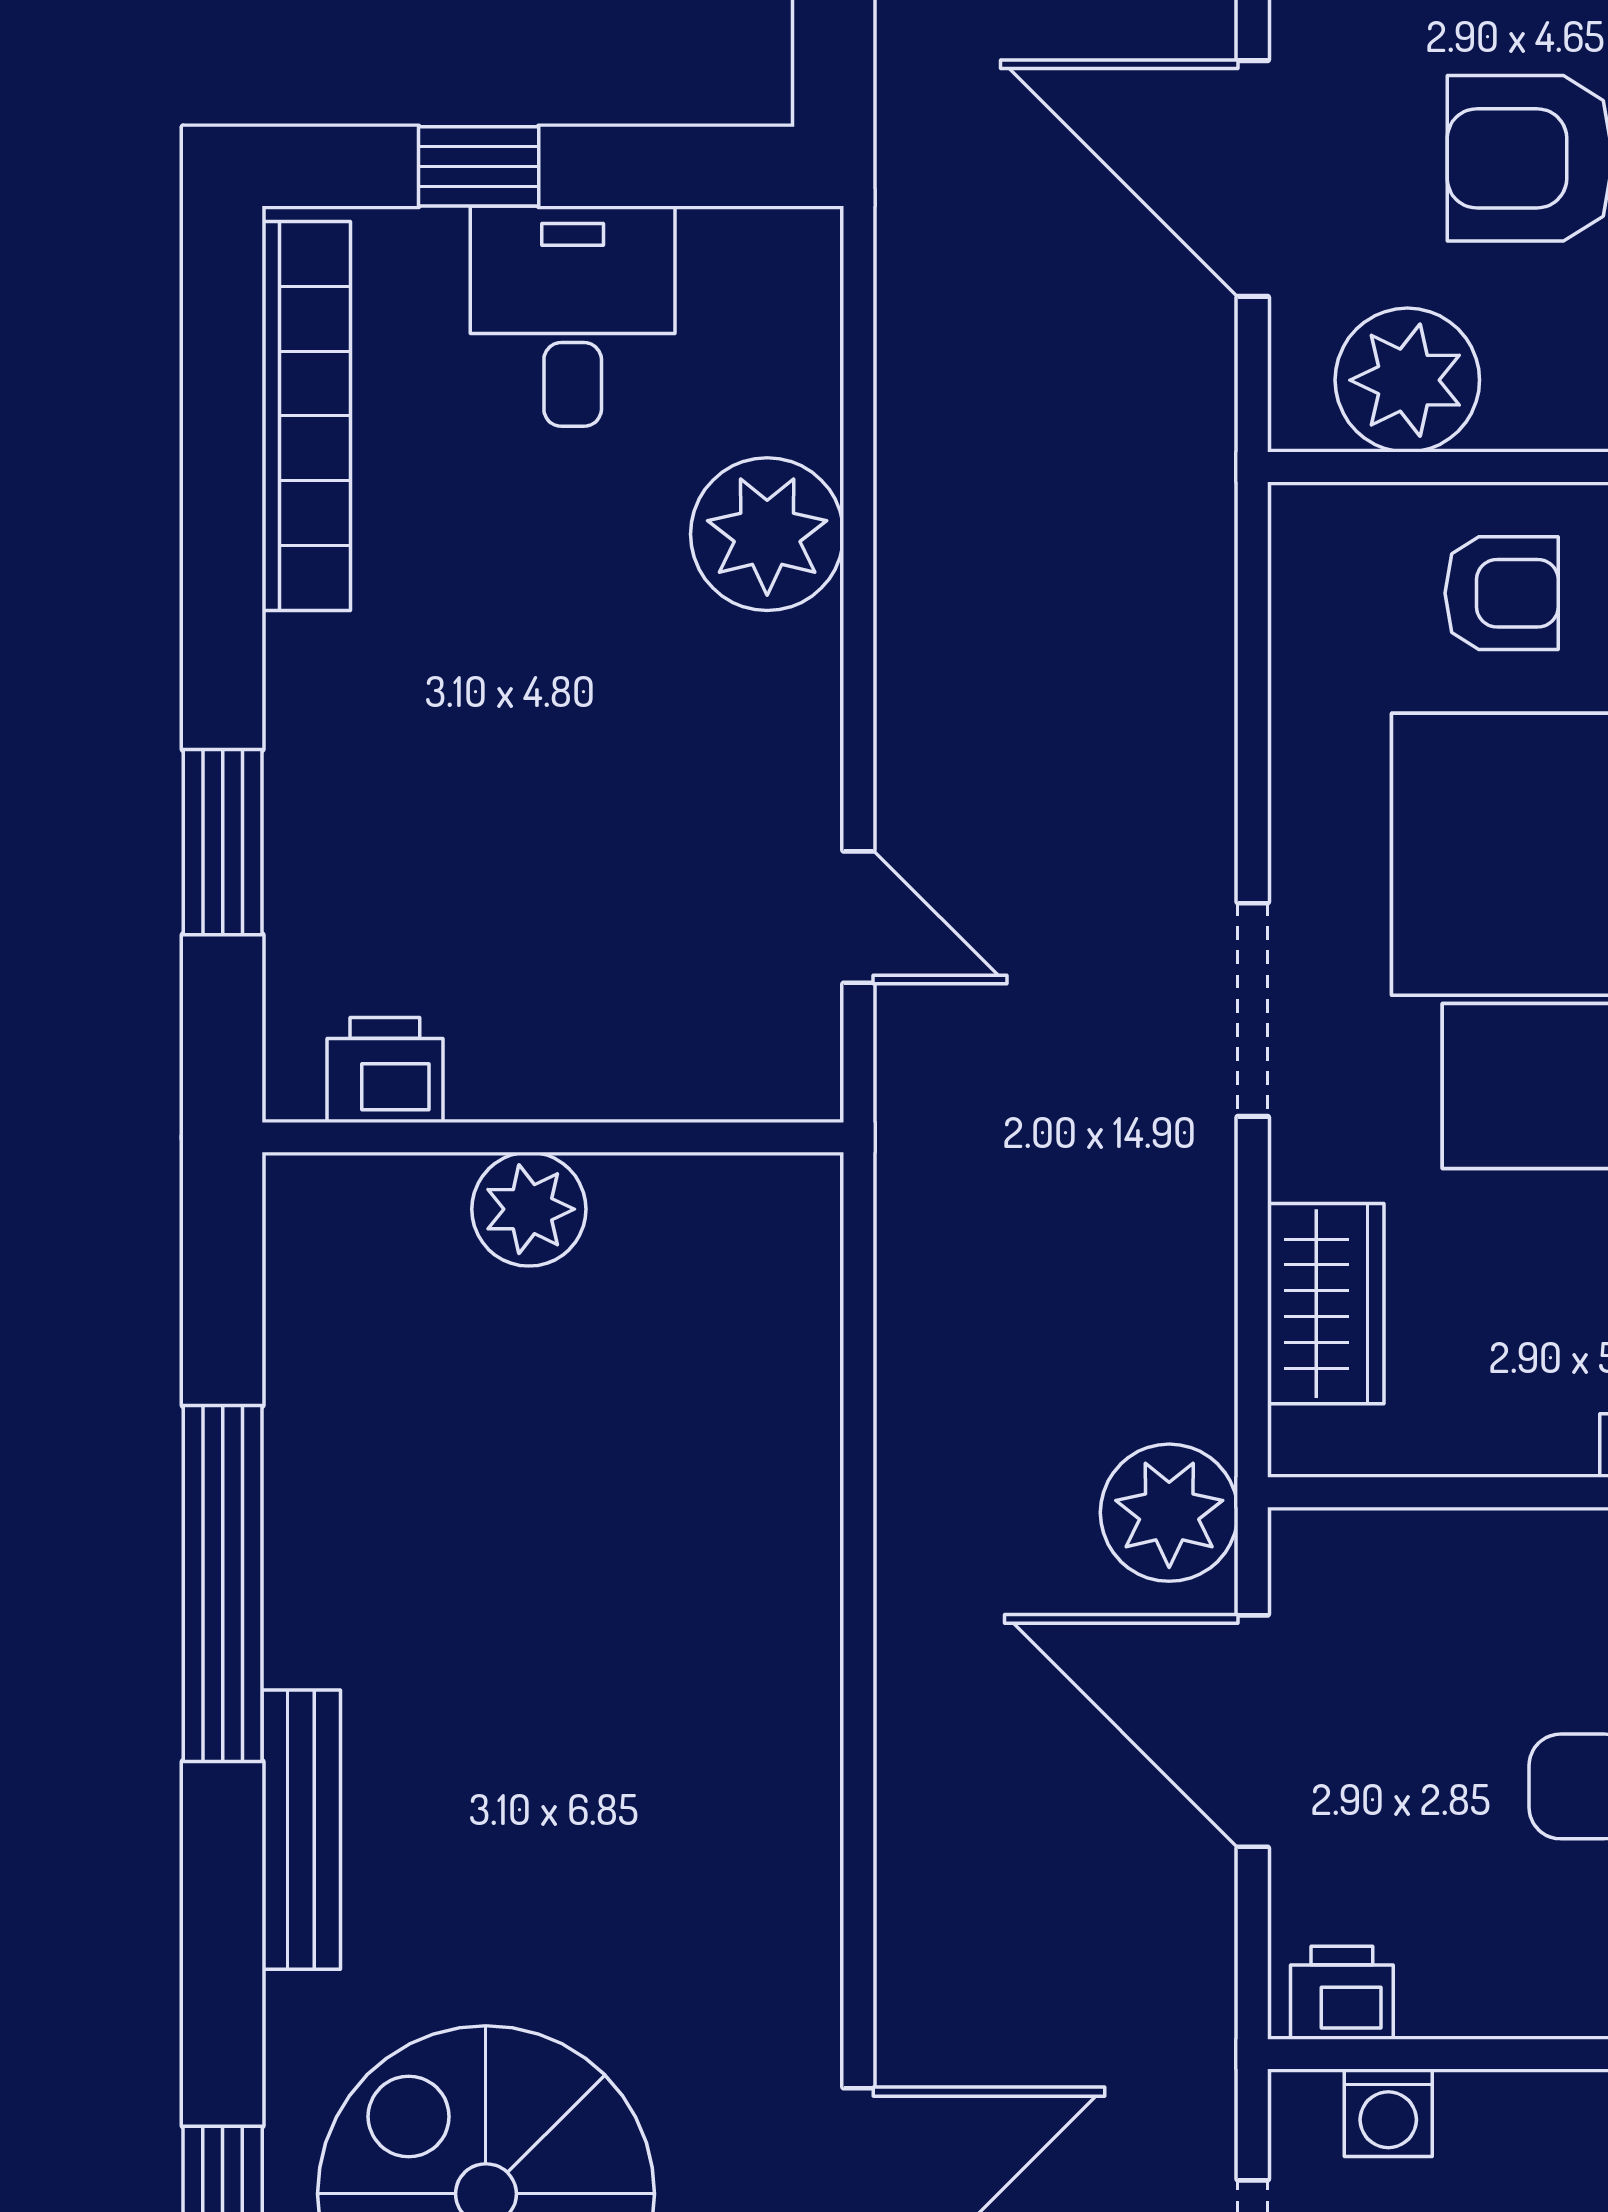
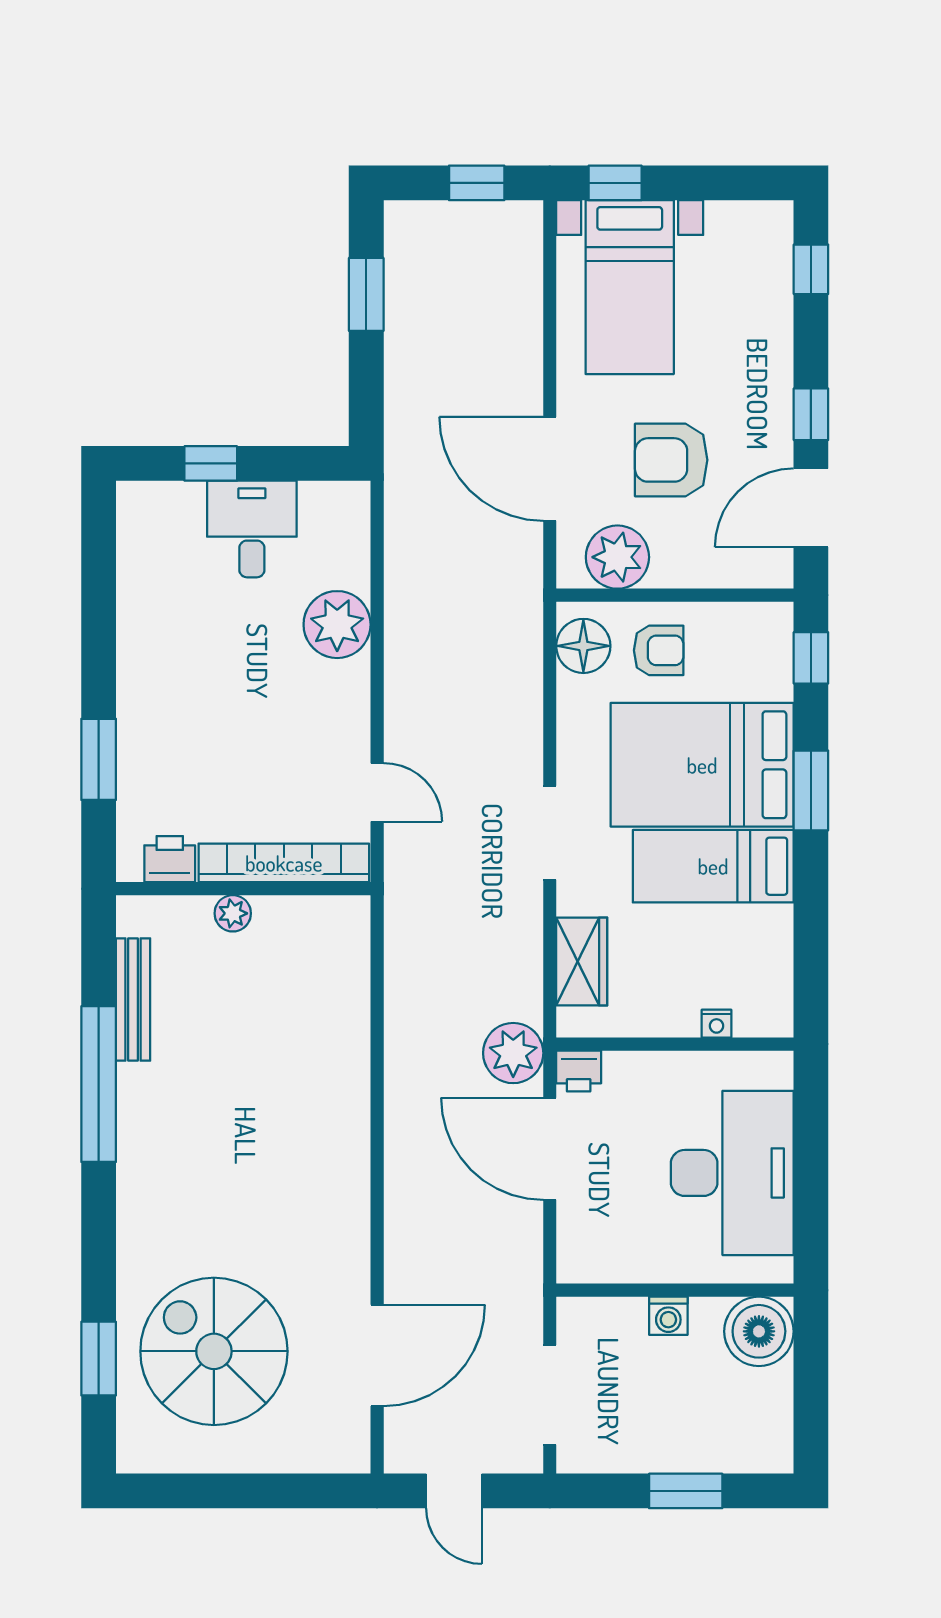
bookcase: (306, 416) -> (284, 863), moved, turned -90
floor lamp: (1329, 583) -> (583, 646), added
plant: (529, 1209) -> (233, 913), width x0.73, depth x0.73
bench: (301, 1830) -> (133, 999), moved
printer: (1342, 1993) -> (579, 1071), moved, turned 180
washing machine: (1388, 2113) -> (668, 1316), moved

